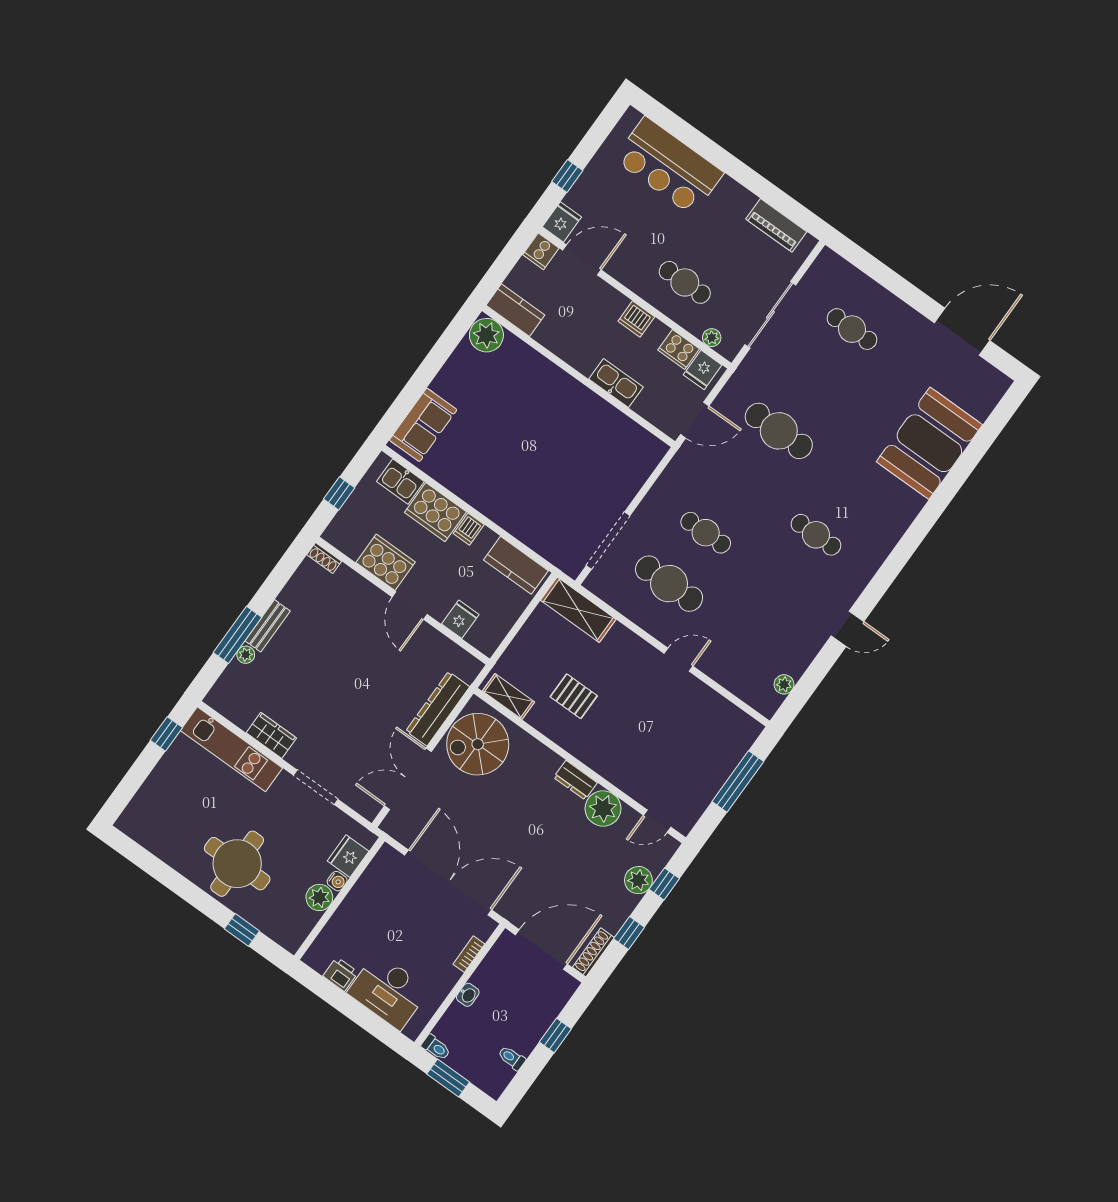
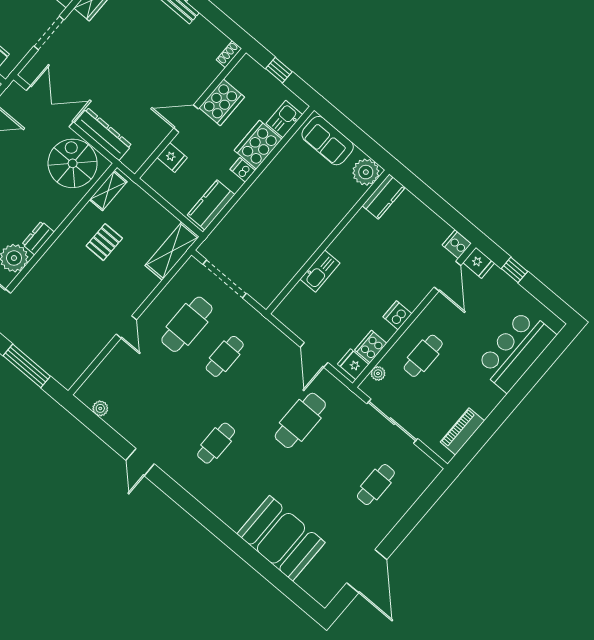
kitchen counter: (515, 310) -> (384, 197), moved
plant: (486, 335) -> (366, 172), moved
wall: (578, 376) -> (328, 242), moved
kitchen sink: (616, 383) -> (320, 271), moved

